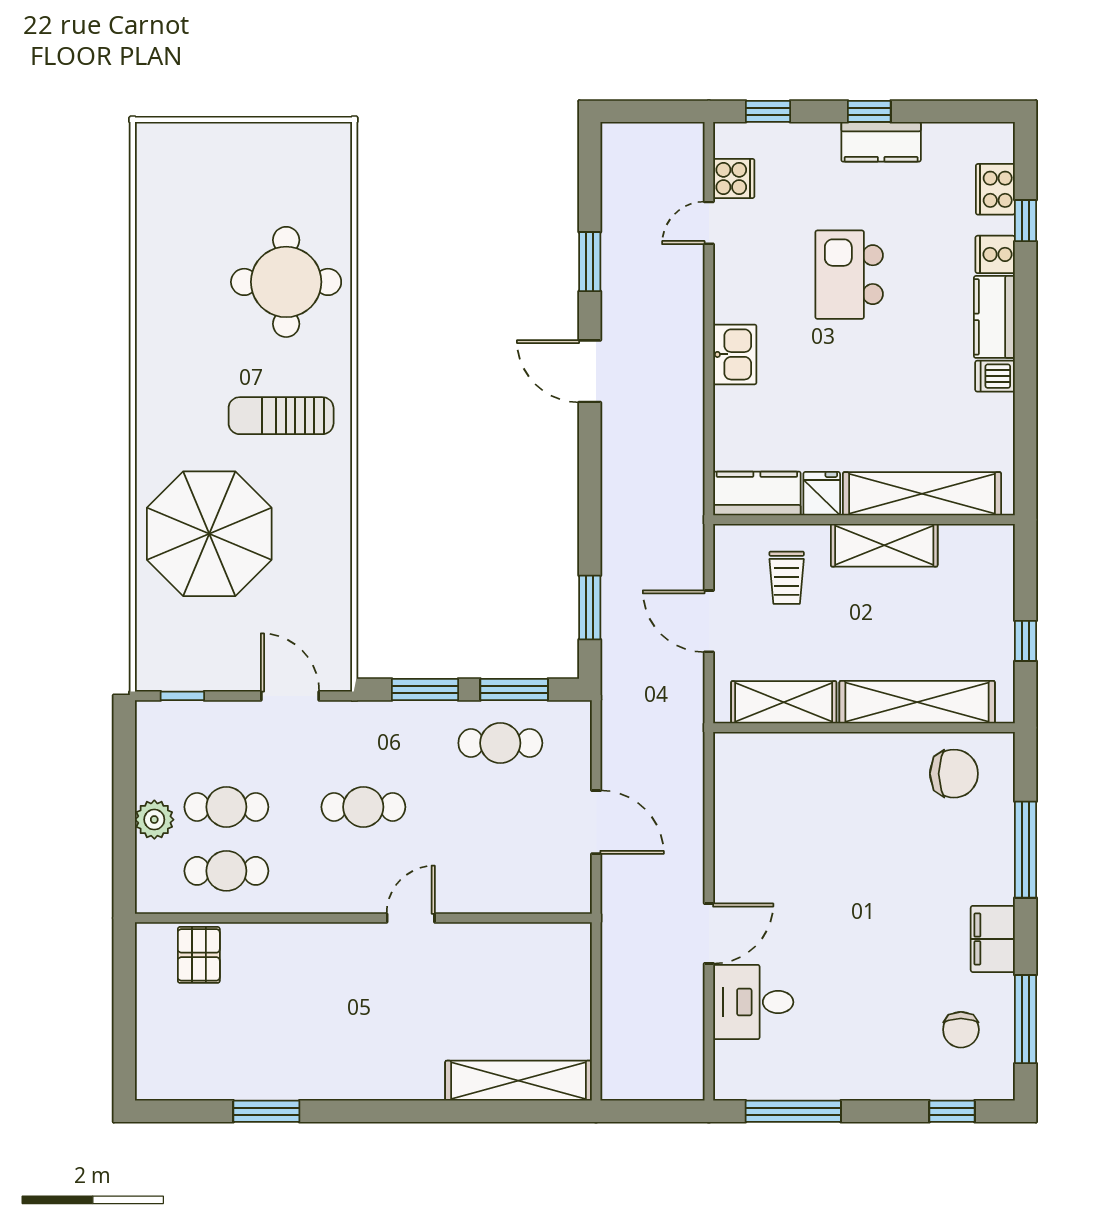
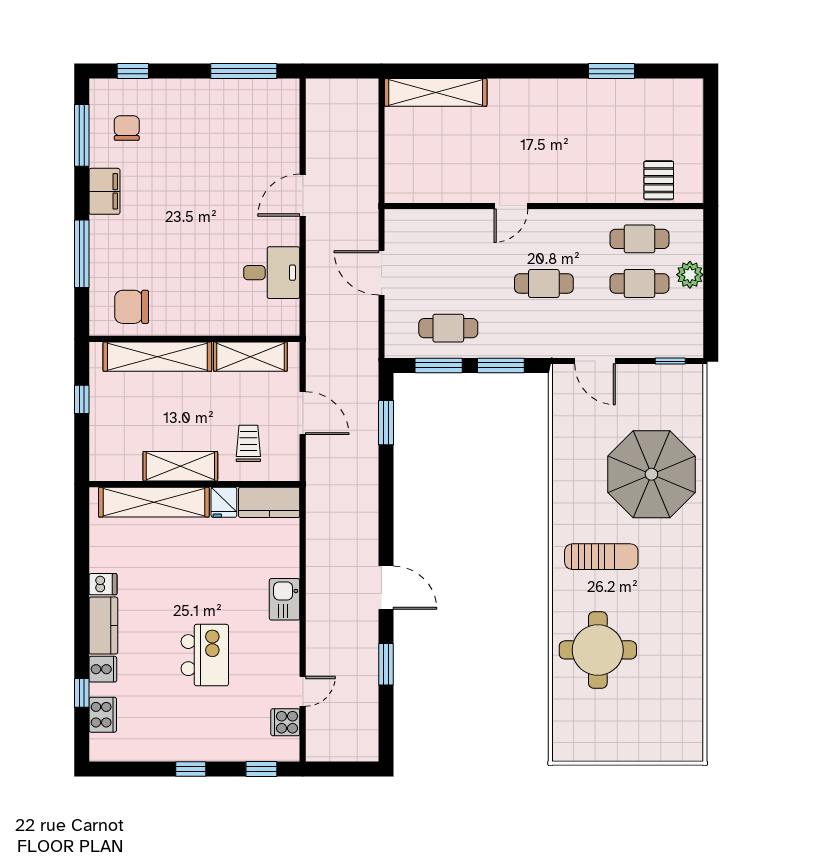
kitchen counter: (881, 142) -> (182, 748), removed
desk: (753, 1002) -> (272, 273), moved

